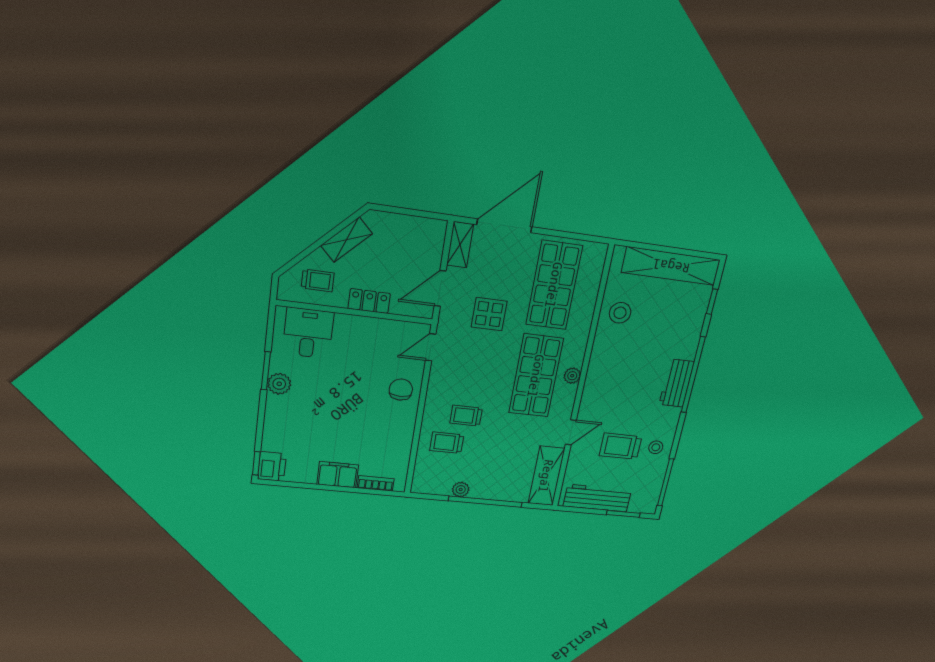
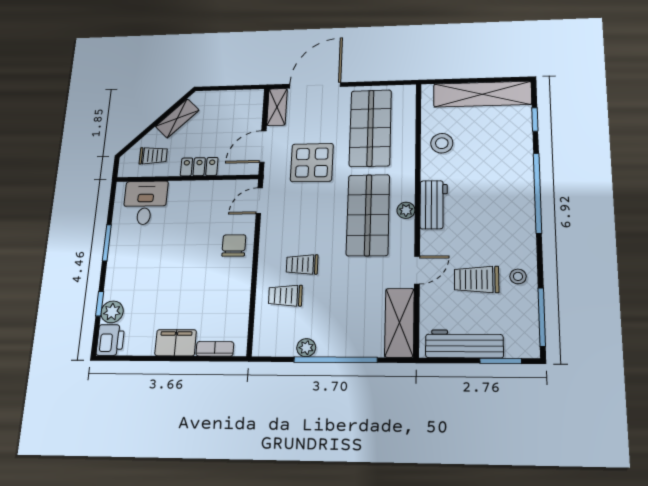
display table: (489, 314) -> (312, 163), width x1.36, depth x1.36
workbench: (676, 383) -> (434, 205), moved, turned 180
plant: (279, 384) -> (112, 312), moved
window: (256, 463) -> (100, 304), moved

